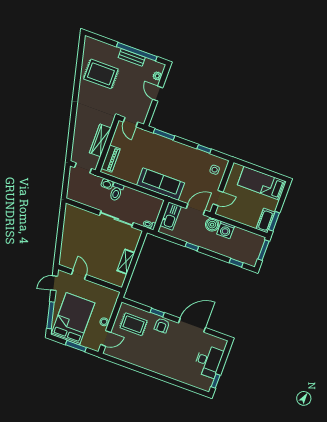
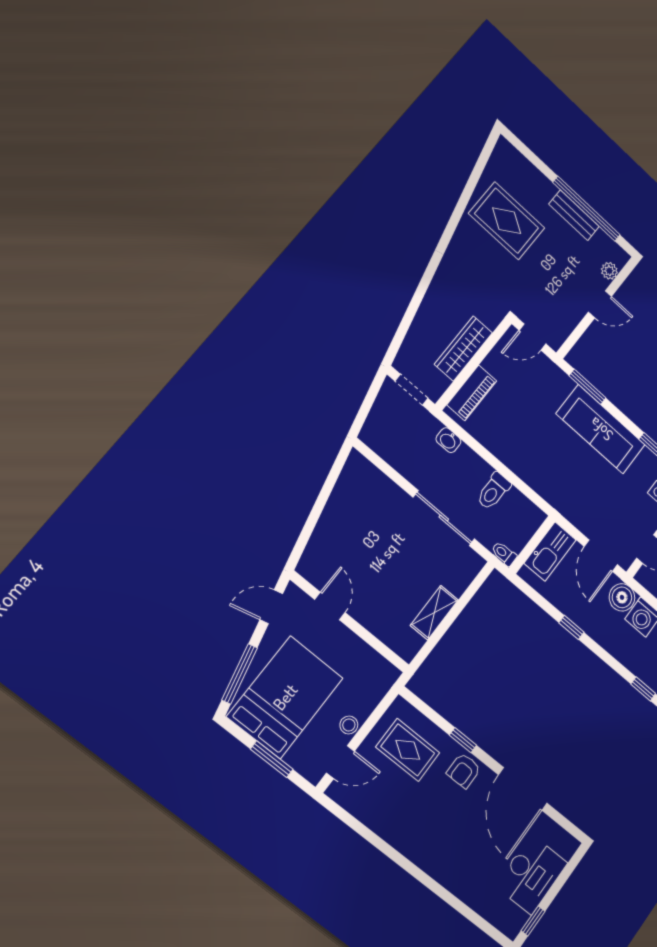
door: (158, 94) -> (600, 304), swing flipped
door: (130, 122) -> (533, 337), hinge flipped
sofa: (161, 184) -> (601, 429), moved, turned 180
toilet: (116, 192) -> (494, 491), moved
door: (196, 209) -> (601, 556), swing flipped
door: (192, 325) -> (523, 789), swing flipped

